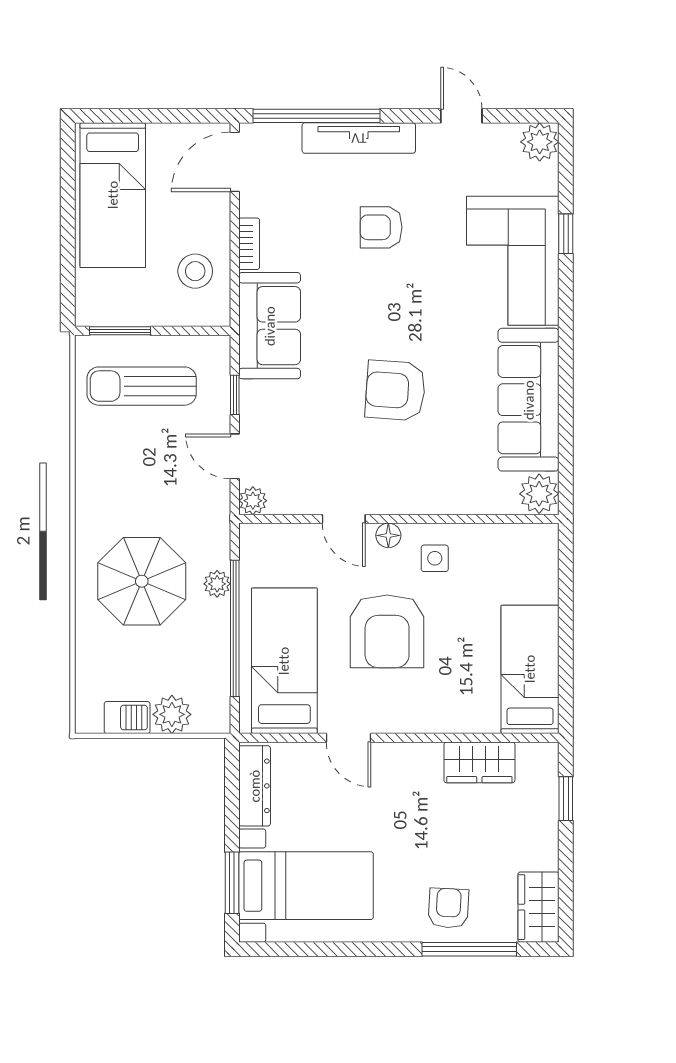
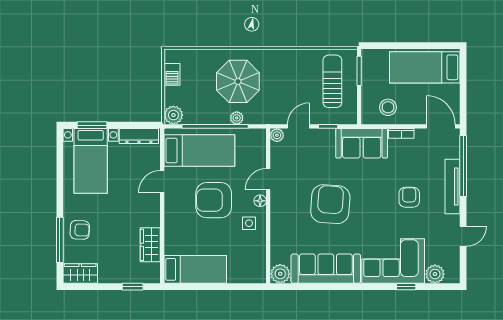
plant: (540, 142) -> (435, 274), moved
armchair: (395, 390) -> (330, 204), width x1.36, depth x1.36
plant: (172, 714) -> (173, 115), moved

